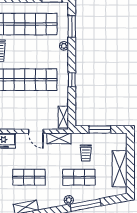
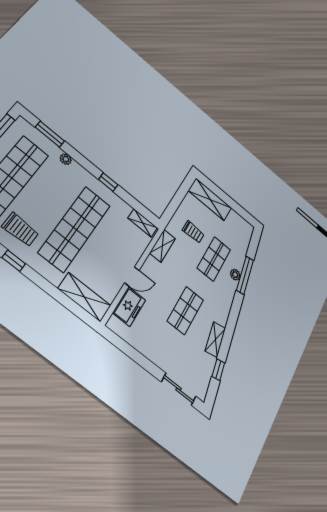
window: (100, 130) -> (178, 199), removed
door: (36, 131) -> (132, 277), moved
shelving: (120, 169) -> (210, 199), moved
plant: (69, 200) -> (235, 275), moved

